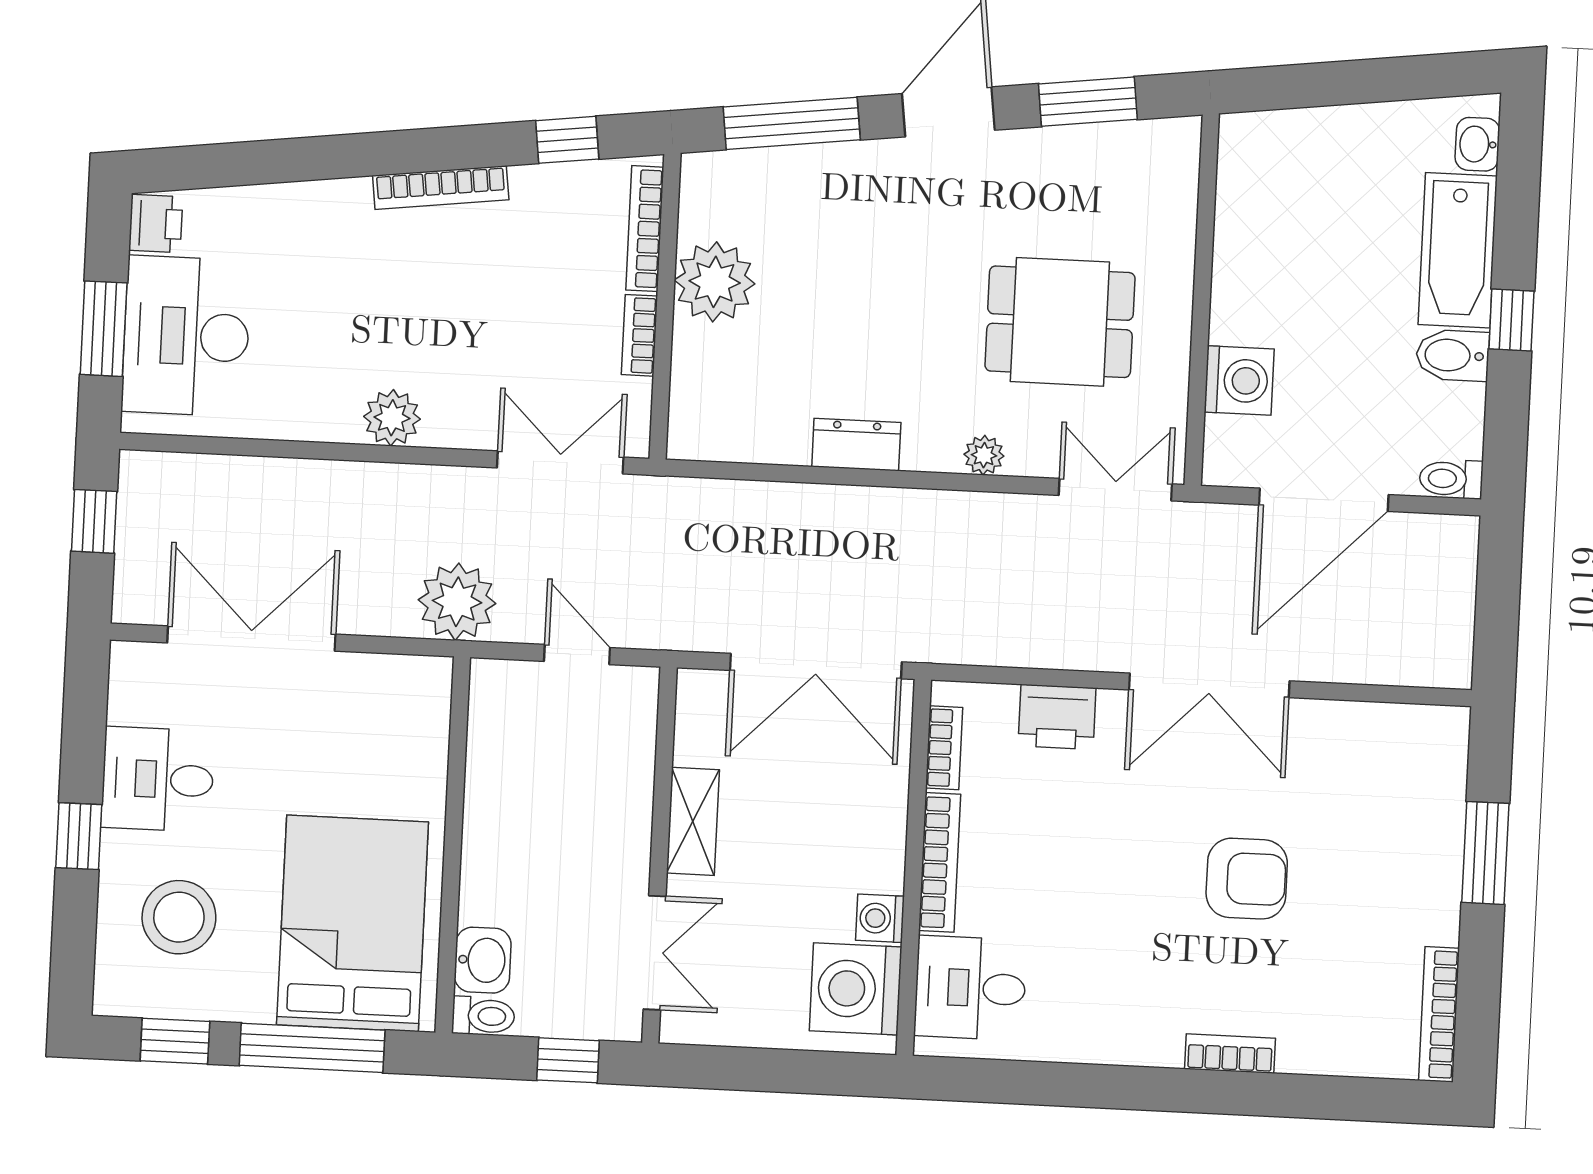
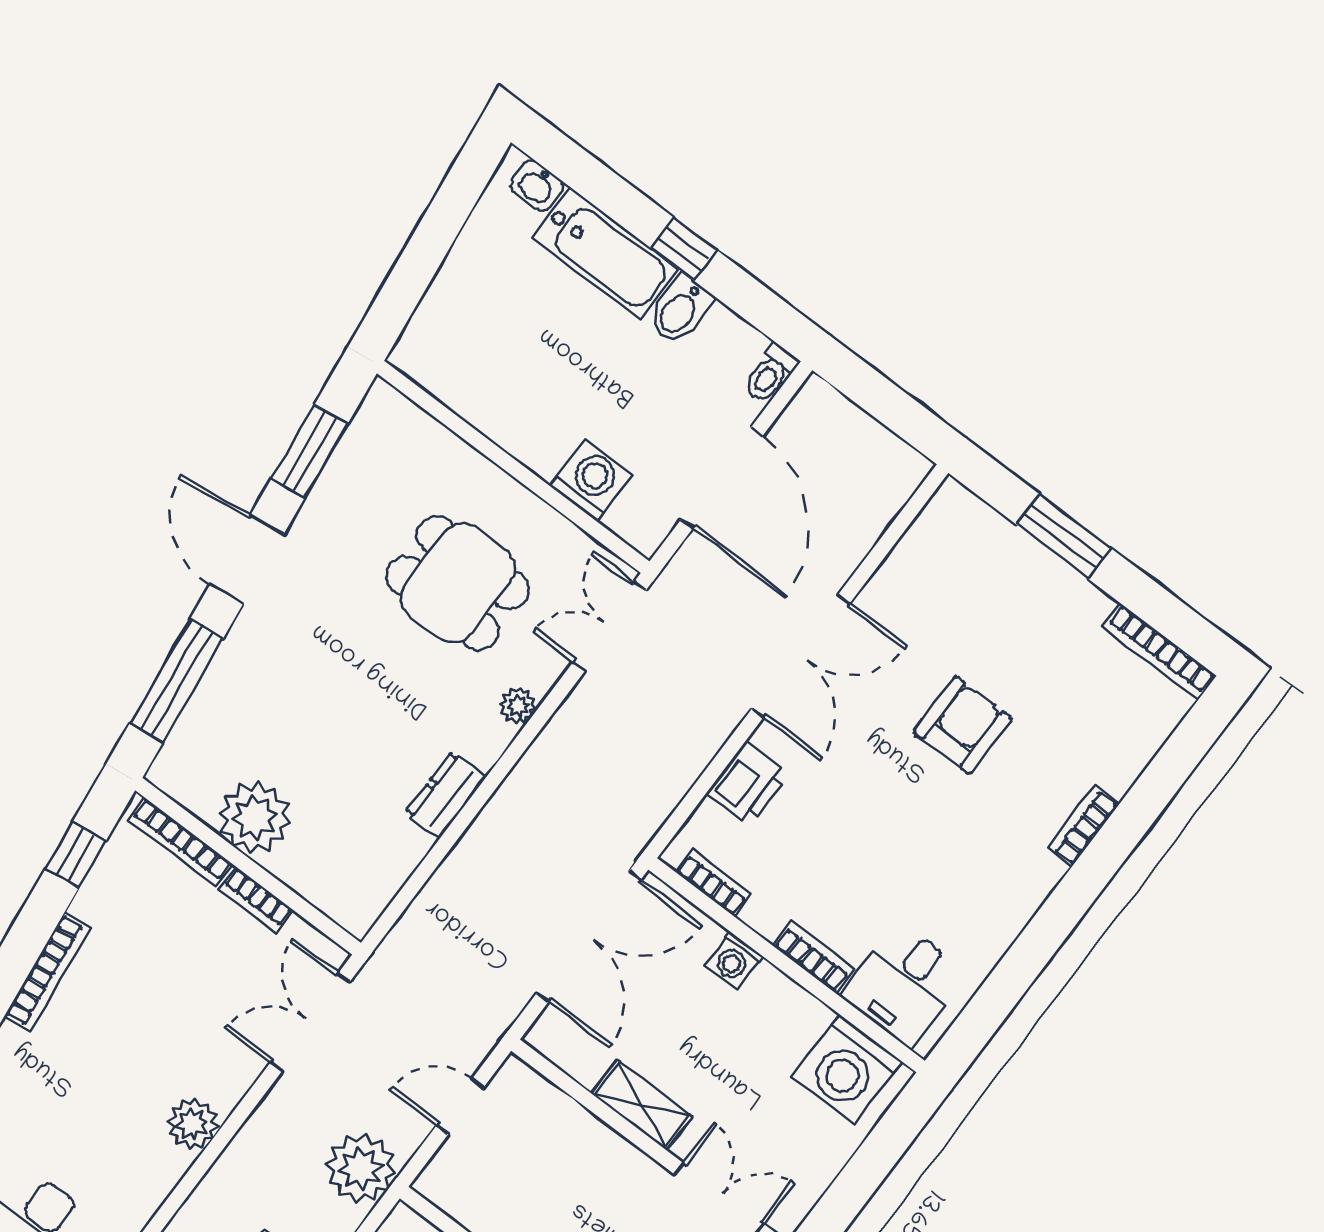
dining table: (1060, 322) -> (458, 583), turned 90
bookcase: (940, 862) -> (814, 957), width x0.64
washing machine: (880, 918) -> (734, 960), moved

